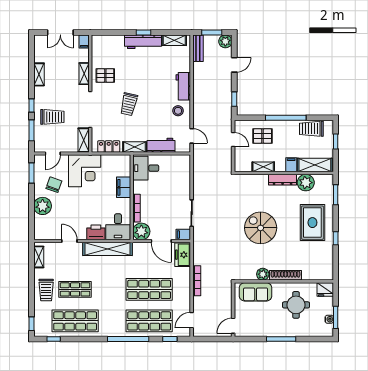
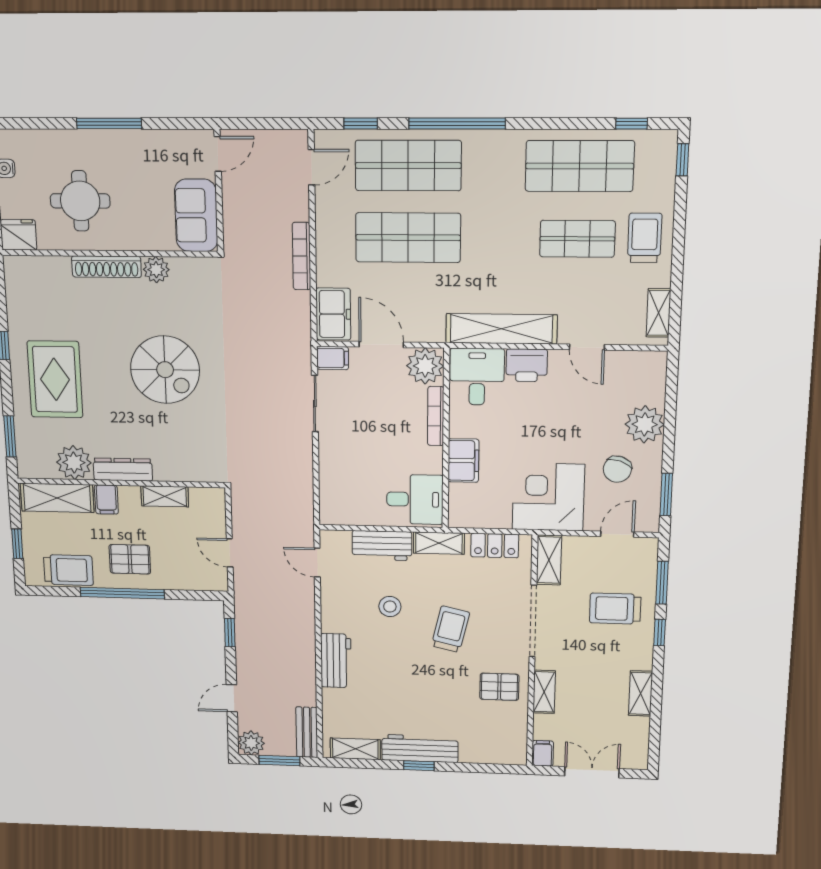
stool: (178, 111) -> (390, 607), moved
pallet: (262, 136) -> (130, 559), moved
sofa: (256, 292) -> (196, 215), moved, turned -90

